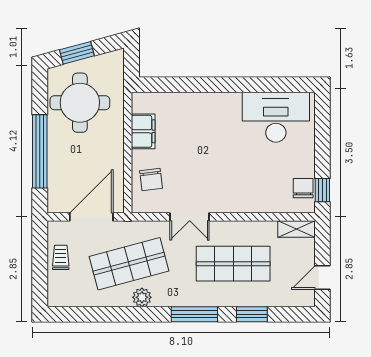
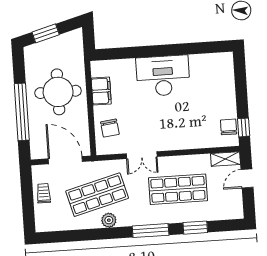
round table: (80, 103) -> (58, 92), moved
desk: (276, 117) -> (163, 76), moved
door: (91, 217) -> (65, 160), hinge flipped
door: (322, 277) -> (247, 178), moved

